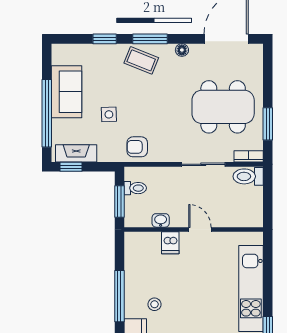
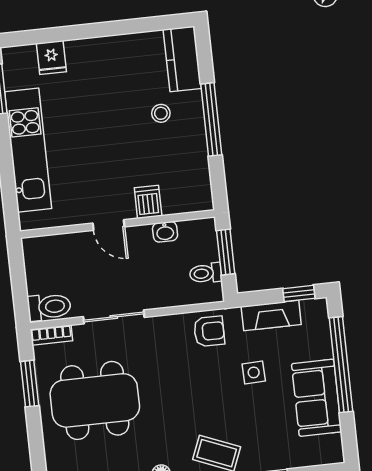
fireplace: (76, 153) -> (271, 315), moved

